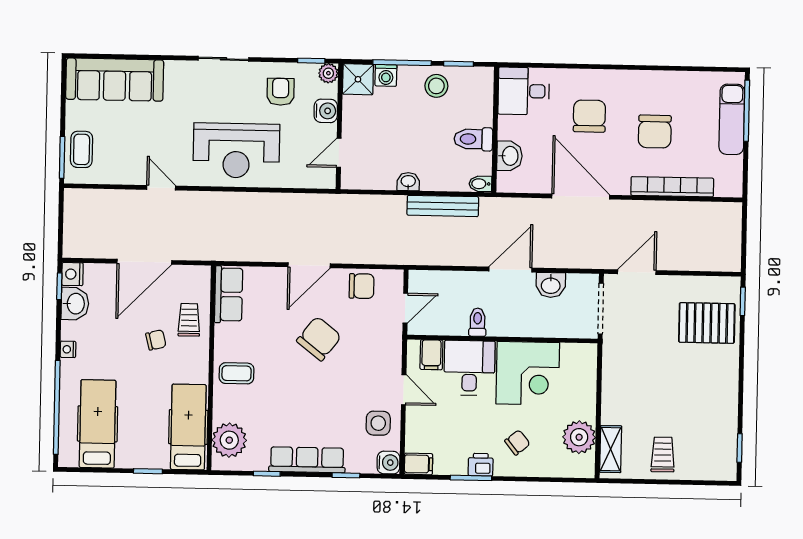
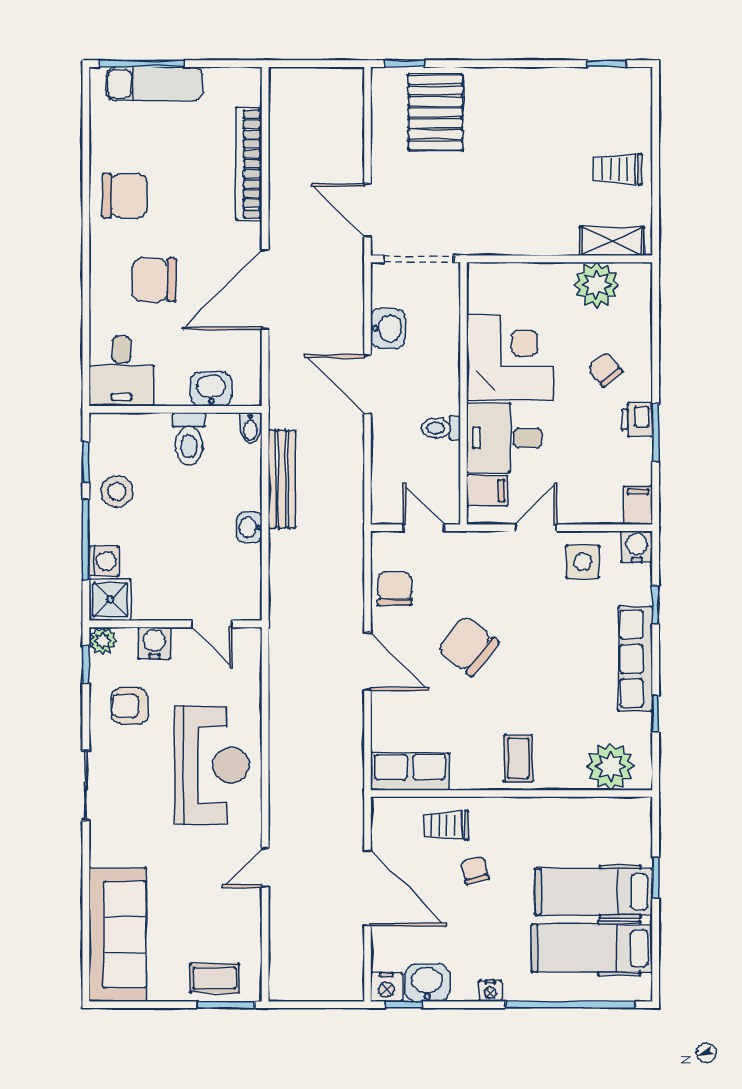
chair: (655, 131) -> (125, 196), moved
hospital bed: (188, 427) -> (594, 892), moved

